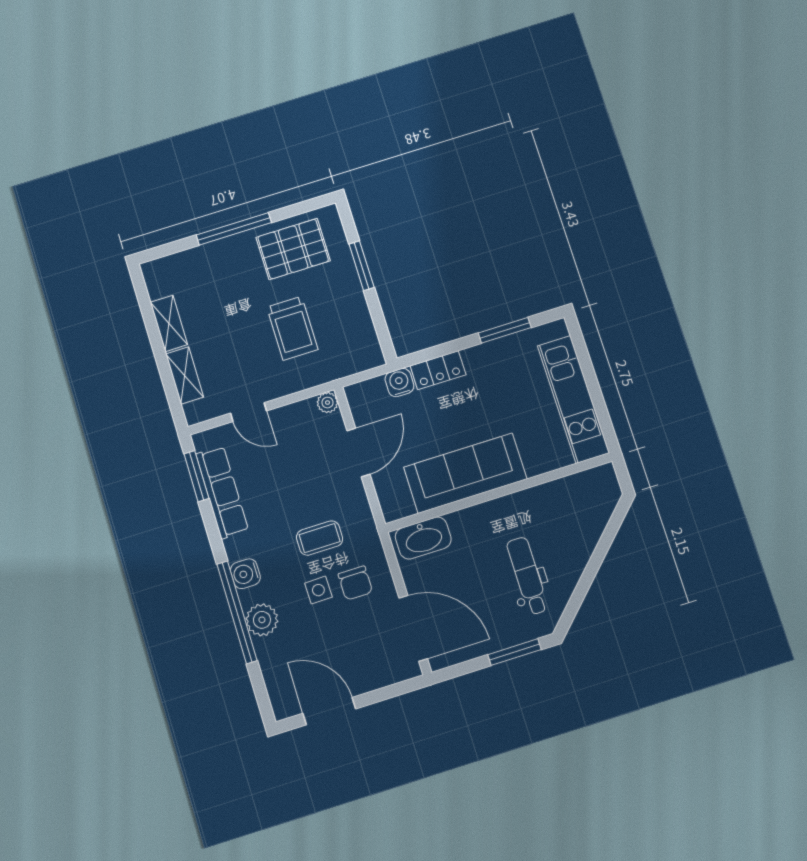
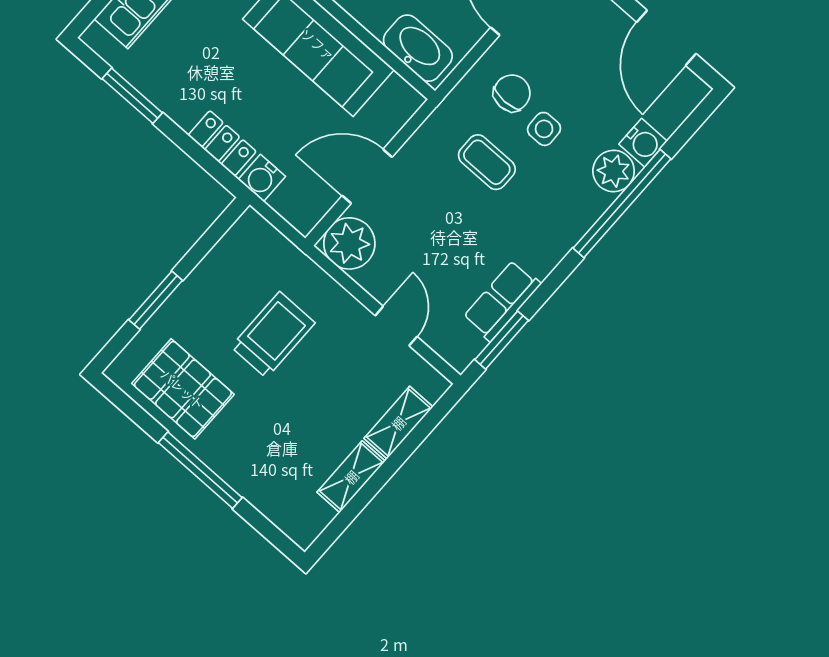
plant: (328, 403) -> (349, 243), width x1.88, depth x1.88
row of seats: (222, 492) -> (502, 301), width x0.68
water cooler: (245, 574) -> (643, 143), moved

